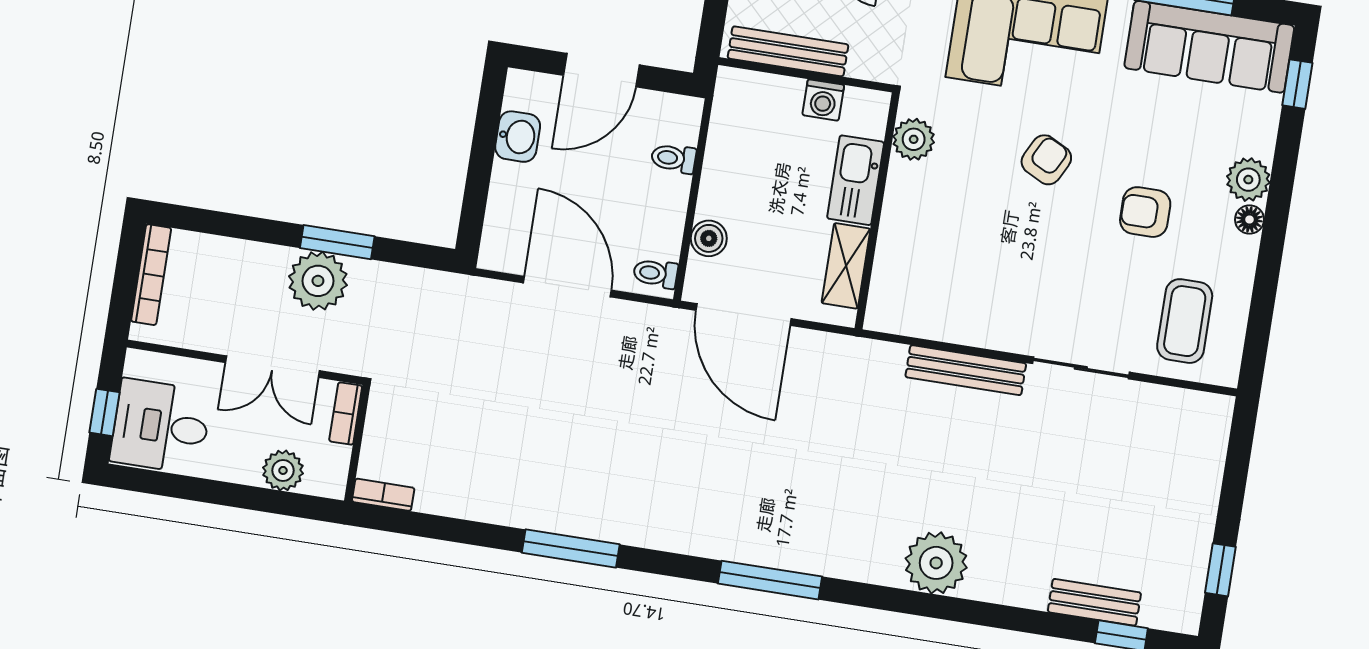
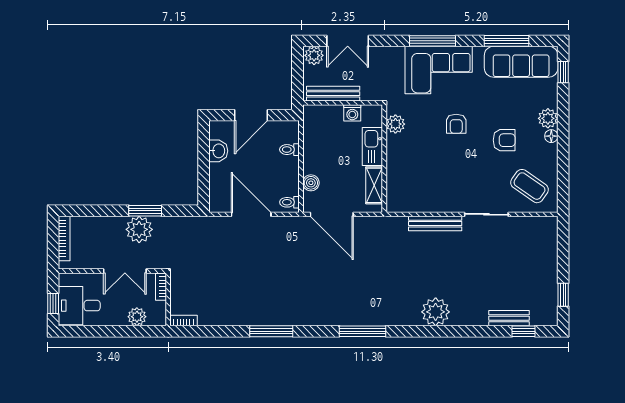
armchair: (1046, 160) -> (456, 124), turned 153
armchair: (1145, 212) -> (504, 140), turned 180
coffee table: (1185, 321) -> (530, 186), turned -55

